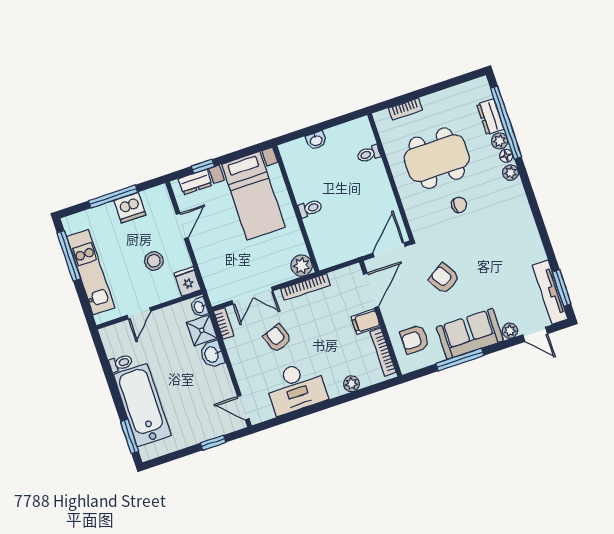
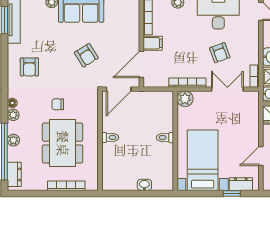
bookcase: (405, 109) -> (66, 186), width x1.56
dresser: (490, 117) -> (14, 174), moved
toilet: (369, 154) -> (110, 137), moved
floor lamp: (506, 156) -> (12, 103), moved
dining table: (437, 158) -> (63, 143), turned 90
armchair: (415, 339) -> (29, 67), moved, turned 90

